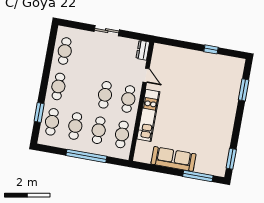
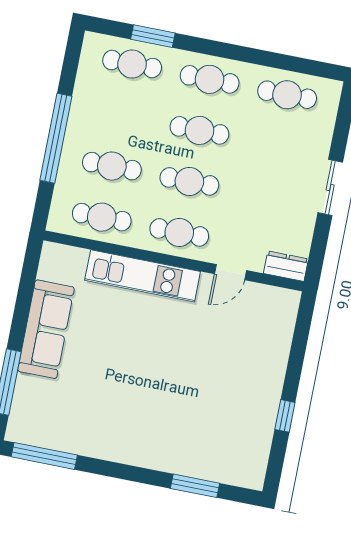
cafe table: (75, 126) -> (199, 130), moved
window: (231, 159) -> (44, 456), width x1.44

